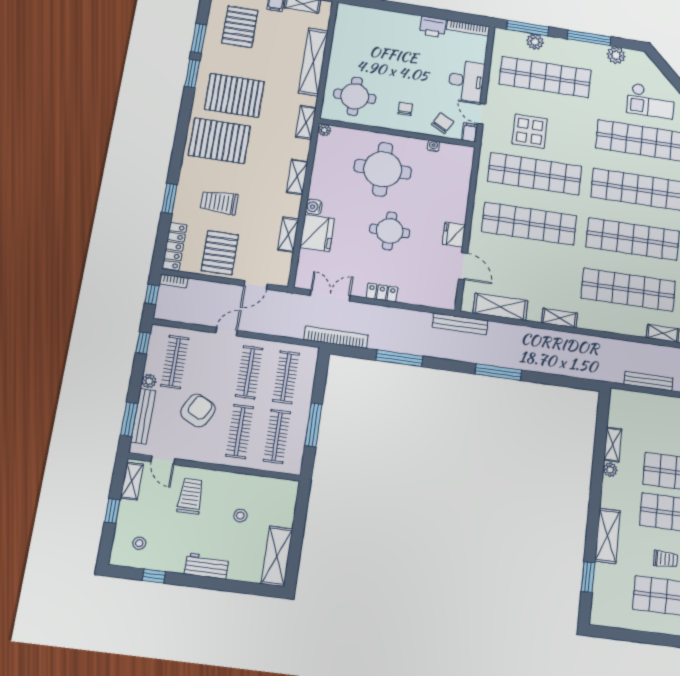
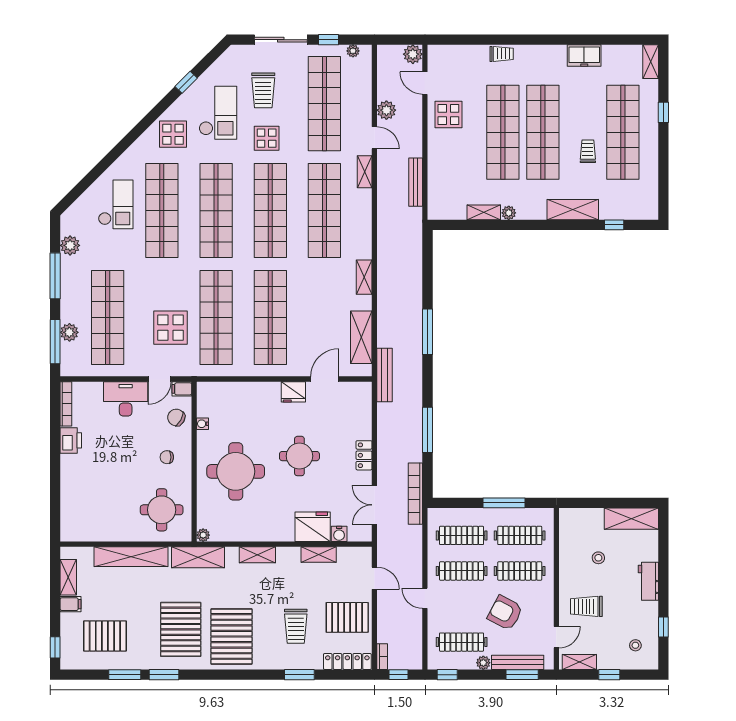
shelving: (306, 122) -> (198, 557), width x1.50, depth x1.33
water cooler: (314, 207) -> (339, 534), moved
window: (588, 577) -> (614, 225), width x0.67

